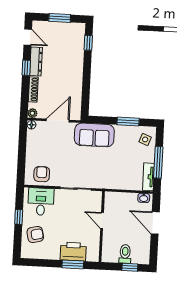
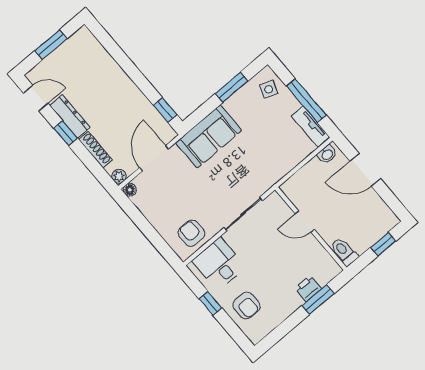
window: (88, 43) -> (165, 110), moved
armchair: (35, 235) -> (247, 306), turned 102
printer: (73, 252) -> (308, 288), width x0.53, depth x0.68
toilet: (125, 254) -> (344, 252), moved

